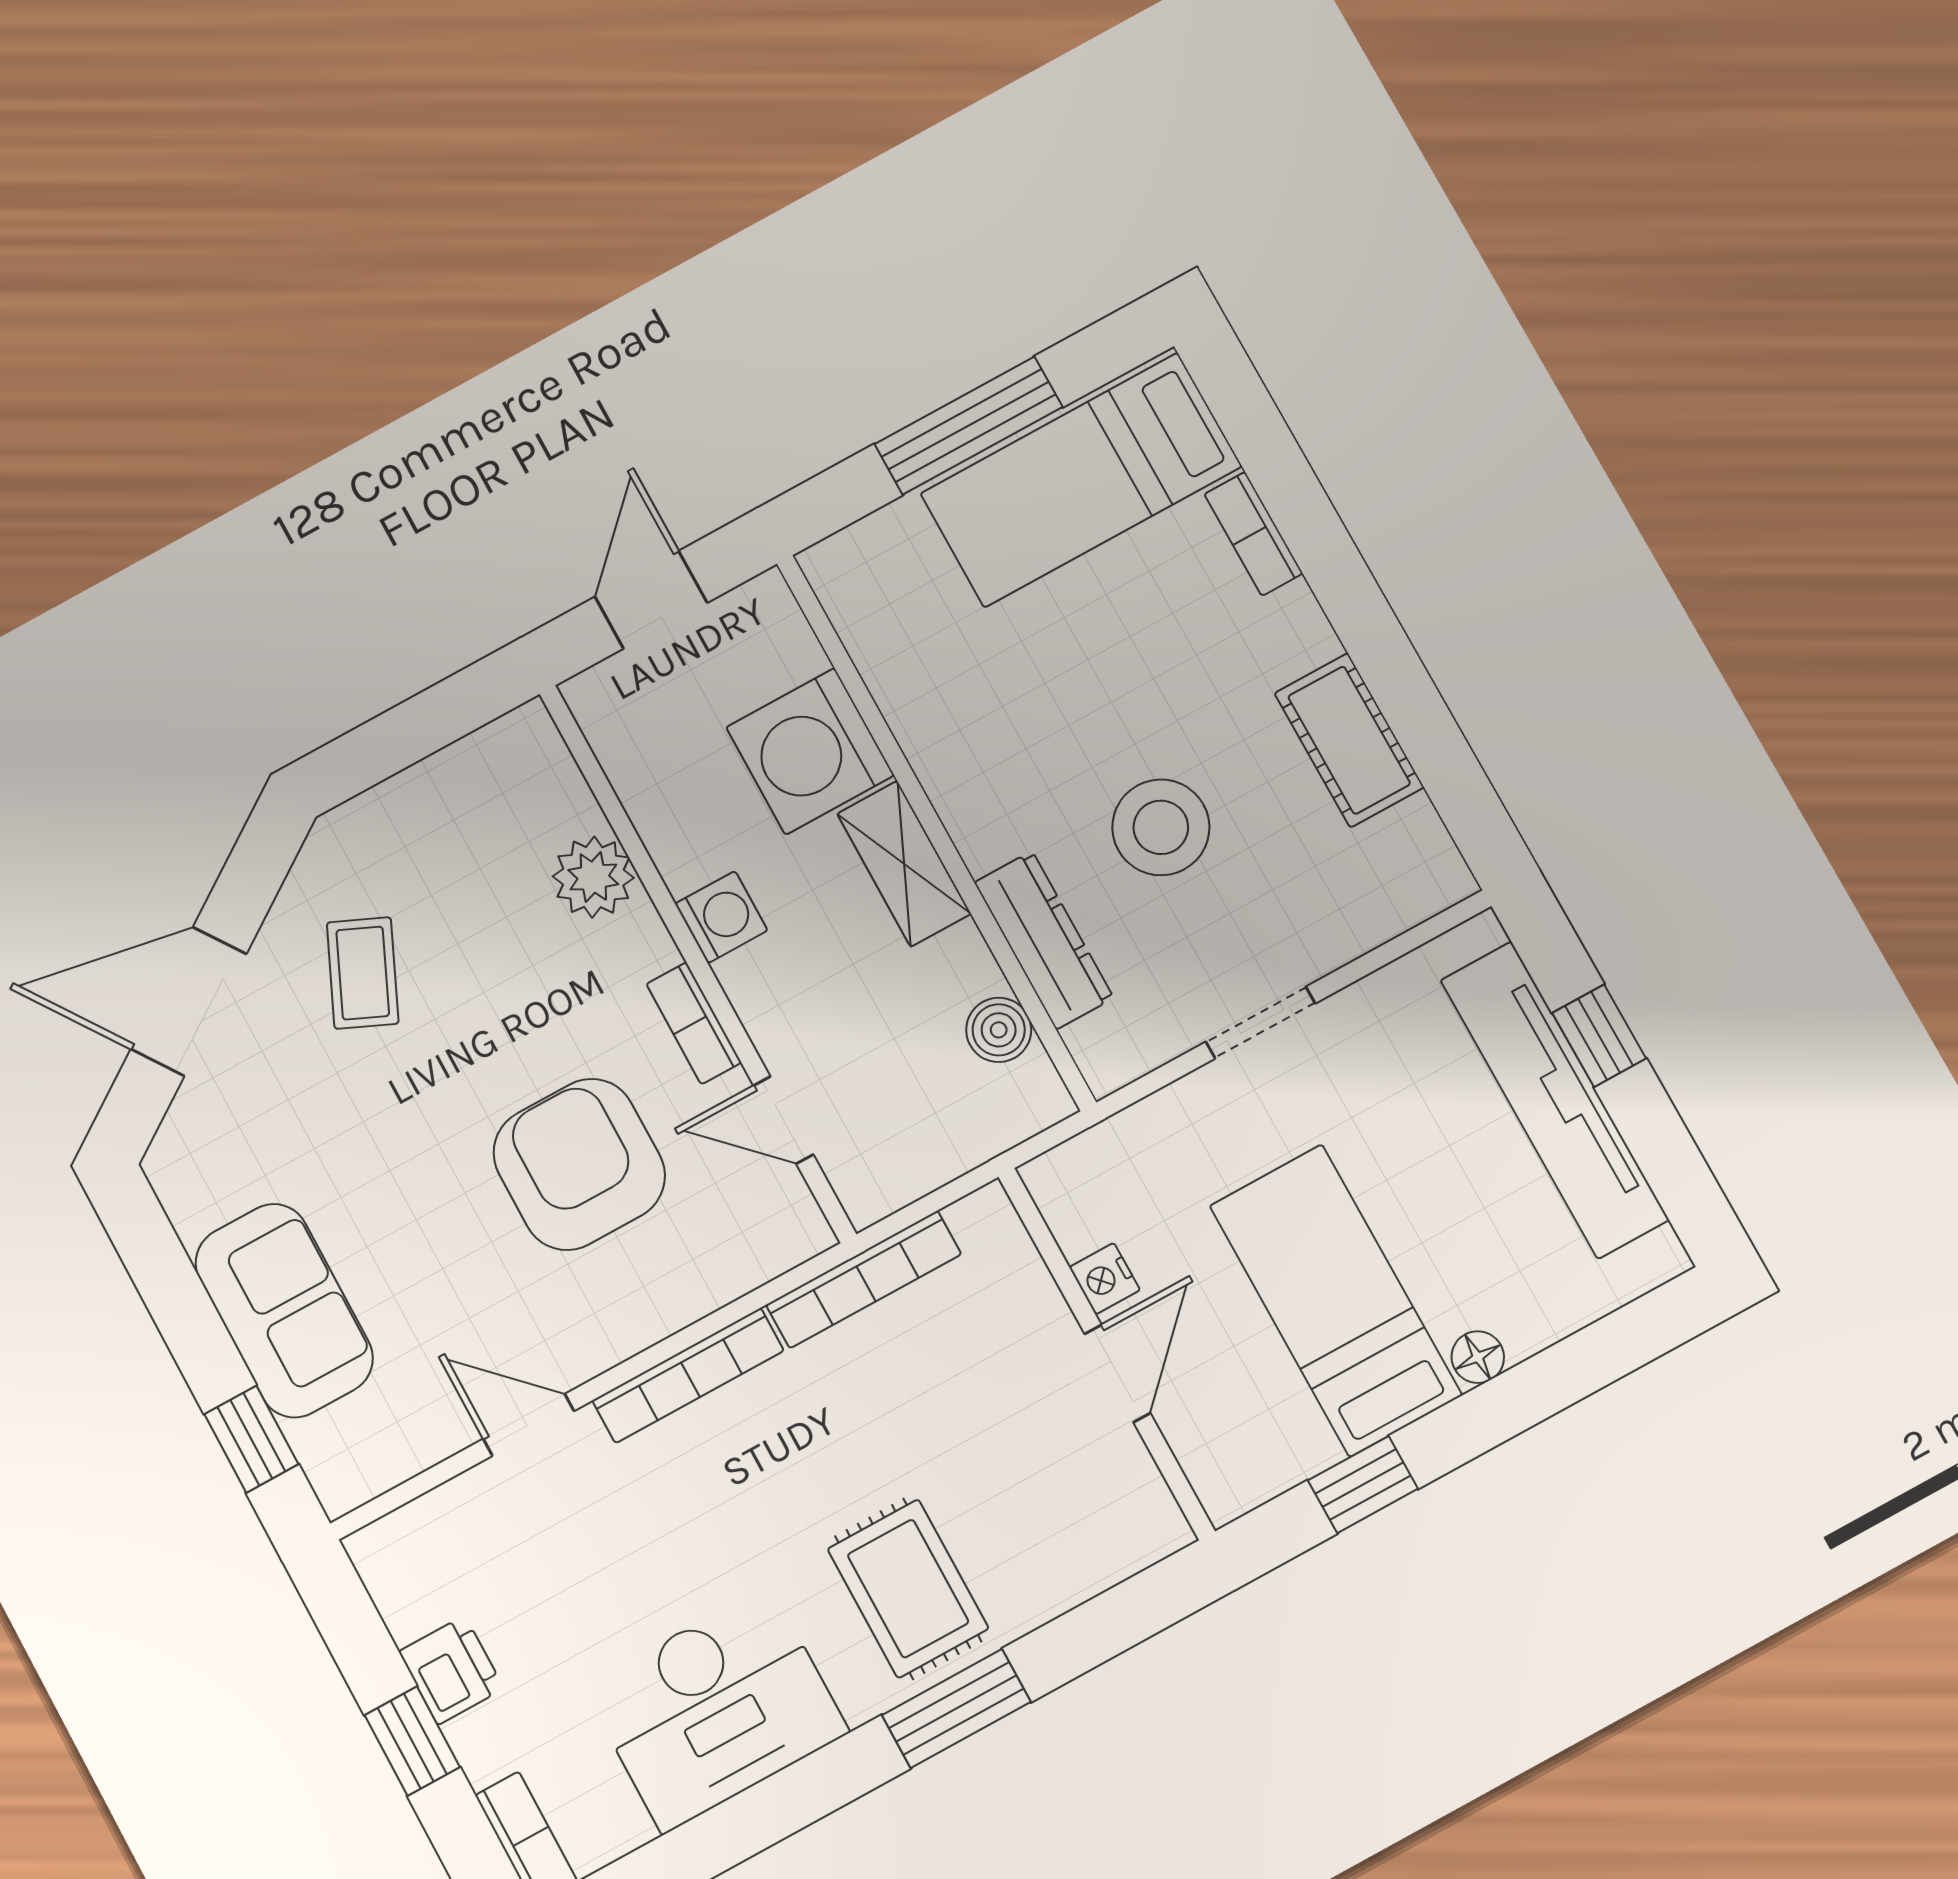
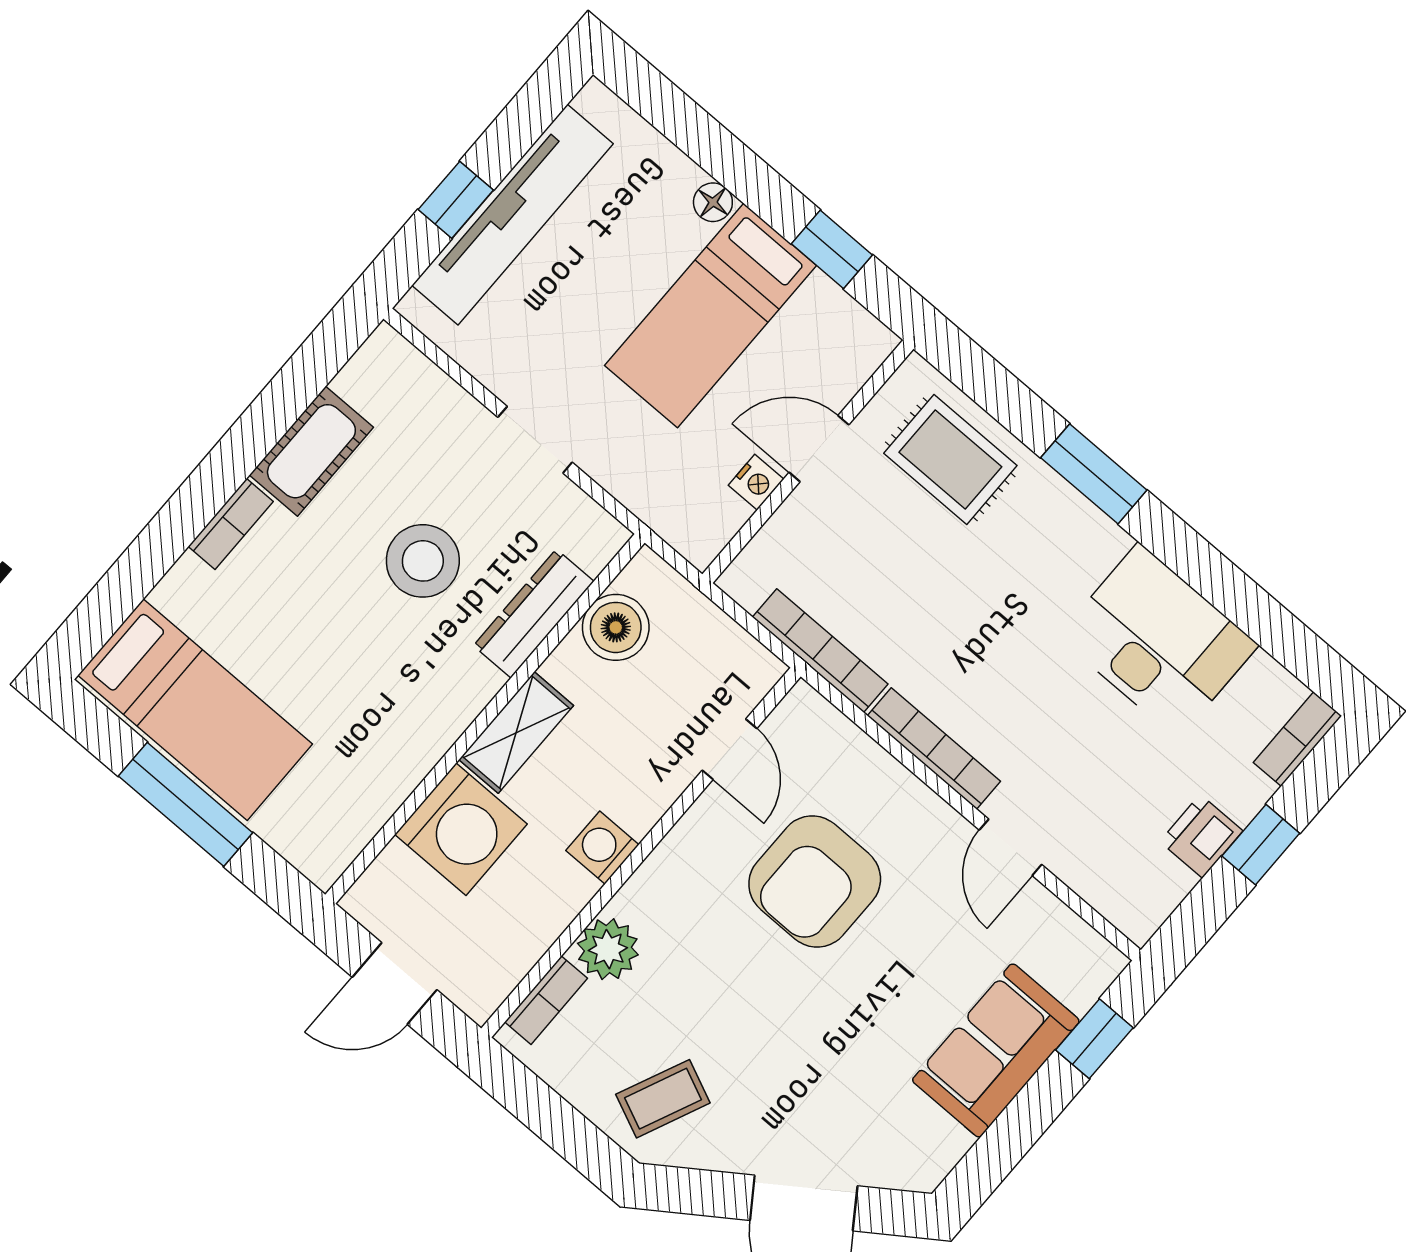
bookcase: (1253, 534) -> (231, 524), moved
coffee table: (363, 973) -> (663, 1099), moved
bookcase: (694, 1023) -> (546, 1000), moved
boiler: (999, 1030) -> (616, 627), width x1.36, depth x1.36
rug: (908, 1589) -> (950, 459), moved, turned 90

